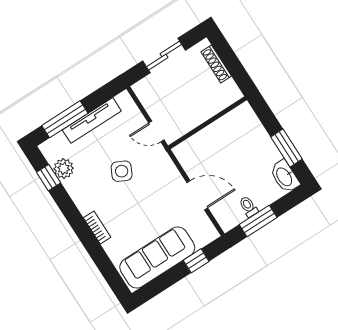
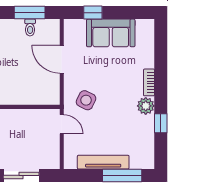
plant: (64, 169) -> (146, 106), moved
side table: (122, 171) -> (86, 100), moved
window: (49, 178) -> (161, 123), moved
sofa: (157, 258) -> (111, 33), width x0.73

